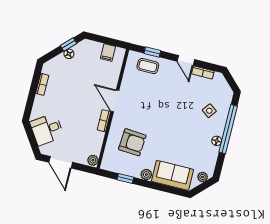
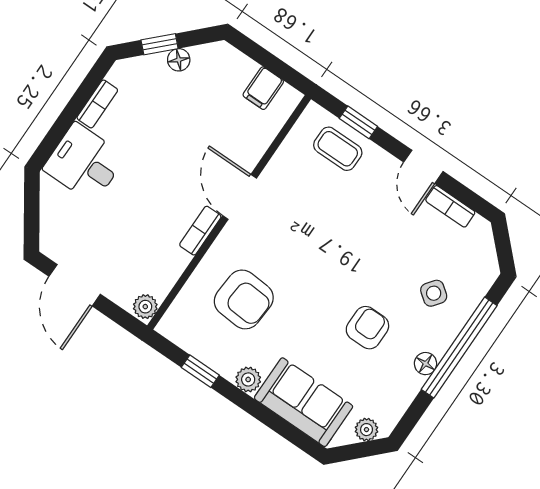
window: (68, 44) -> (160, 44), moved
desk: (47, 129) -> (84, 163), moved, turned 34
armchair: (187, 135) -> (367, 328), added

